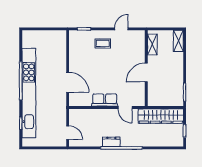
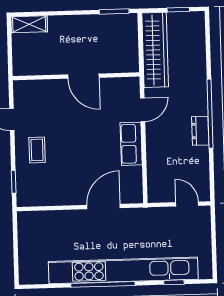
shelving: (152, 44) -> (36, 67), removed
door: (68, 133) -> (187, 204), hinge flipped

